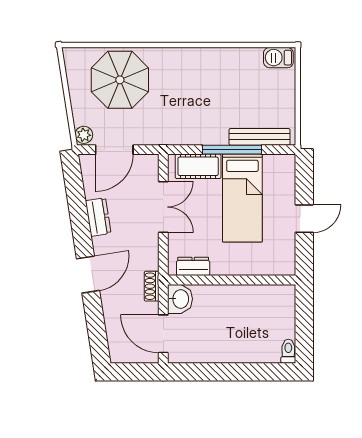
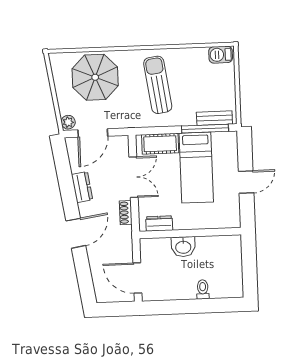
sun lounger: (198, 92) -> (158, 85), added
bench: (260, 137) -> (214, 118), width x0.73
window: (232, 150) -> (205, 129), moved
shoe rack: (152, 286) -> (126, 213), moved
washbasin: (180, 299) -> (183, 247), moved, turned 90
toilet: (288, 351) -> (203, 289), moved

